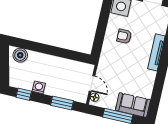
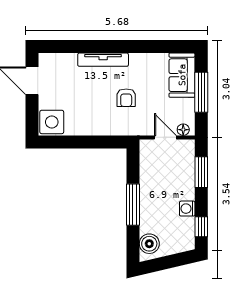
armchair: (124, 36) -> (126, 98), moved
window: (50, 50) -> (133, 205), added
door: (92, 83) -> (165, 137), hinge flipped

